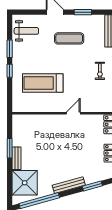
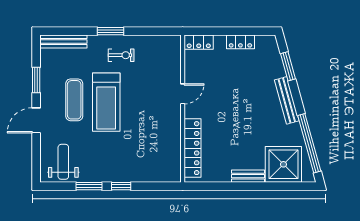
treadmill: (43, 83) -> (106, 102), moved
door: (73, 113) -> (183, 94), swing flipped
locker: (36, 120) -> (193, 148), added
window: (10, 148) -> (233, 186), removed

